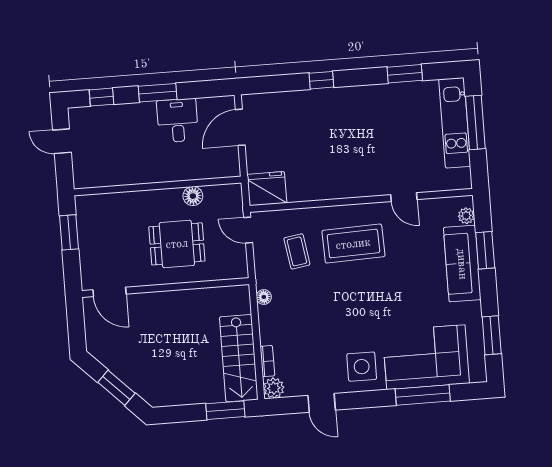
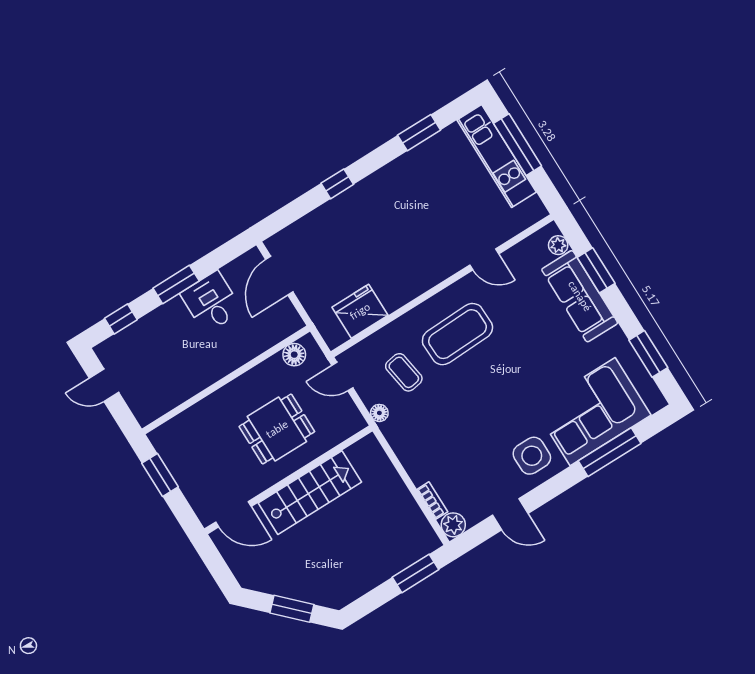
fridge: (267, 189) -> (360, 311), moved
floor lamp: (193, 196) -> (294, 355), moved
floor lamp: (264, 297) -> (379, 413), moved
stairs: (239, 358) -> (310, 493), moved, turned -90

